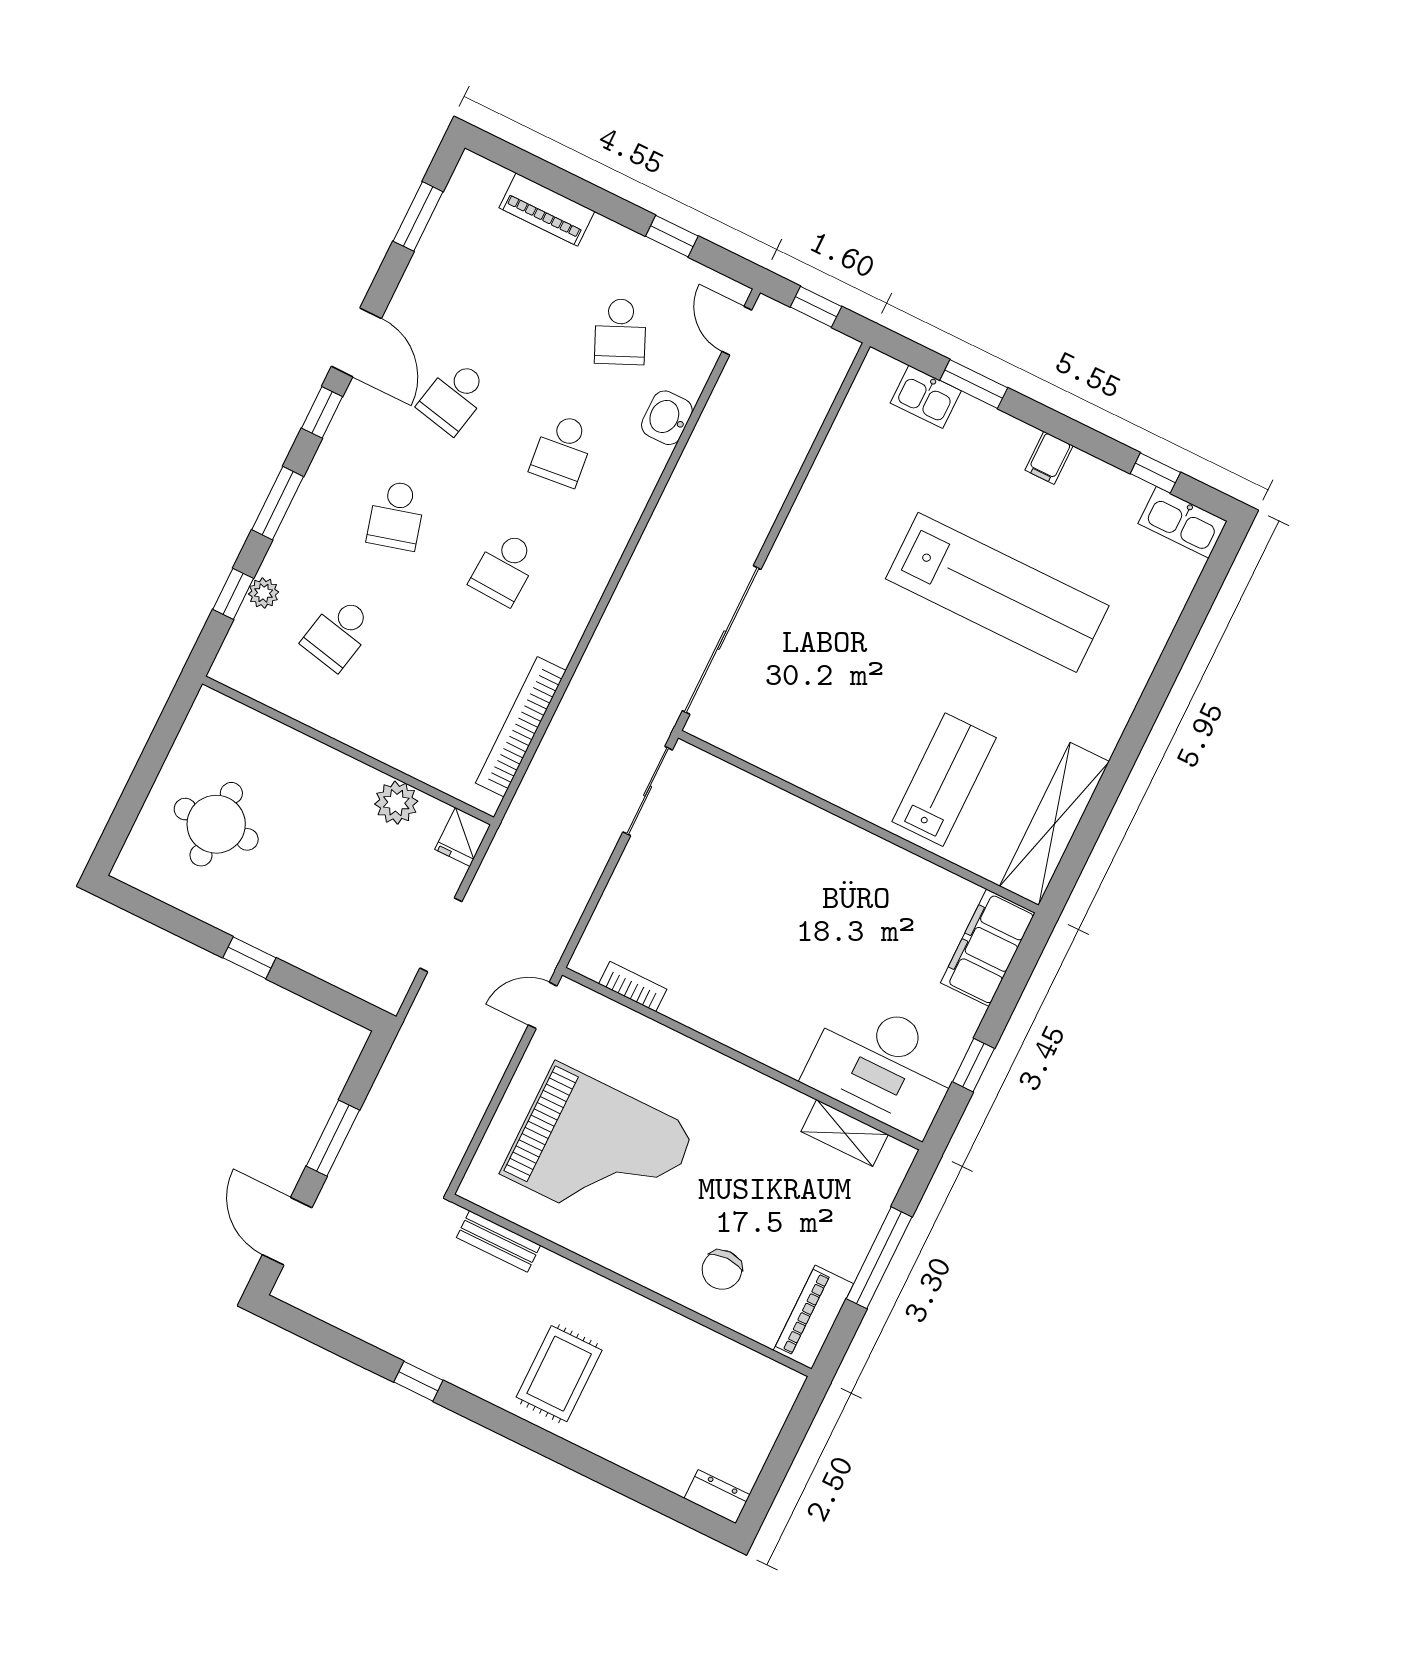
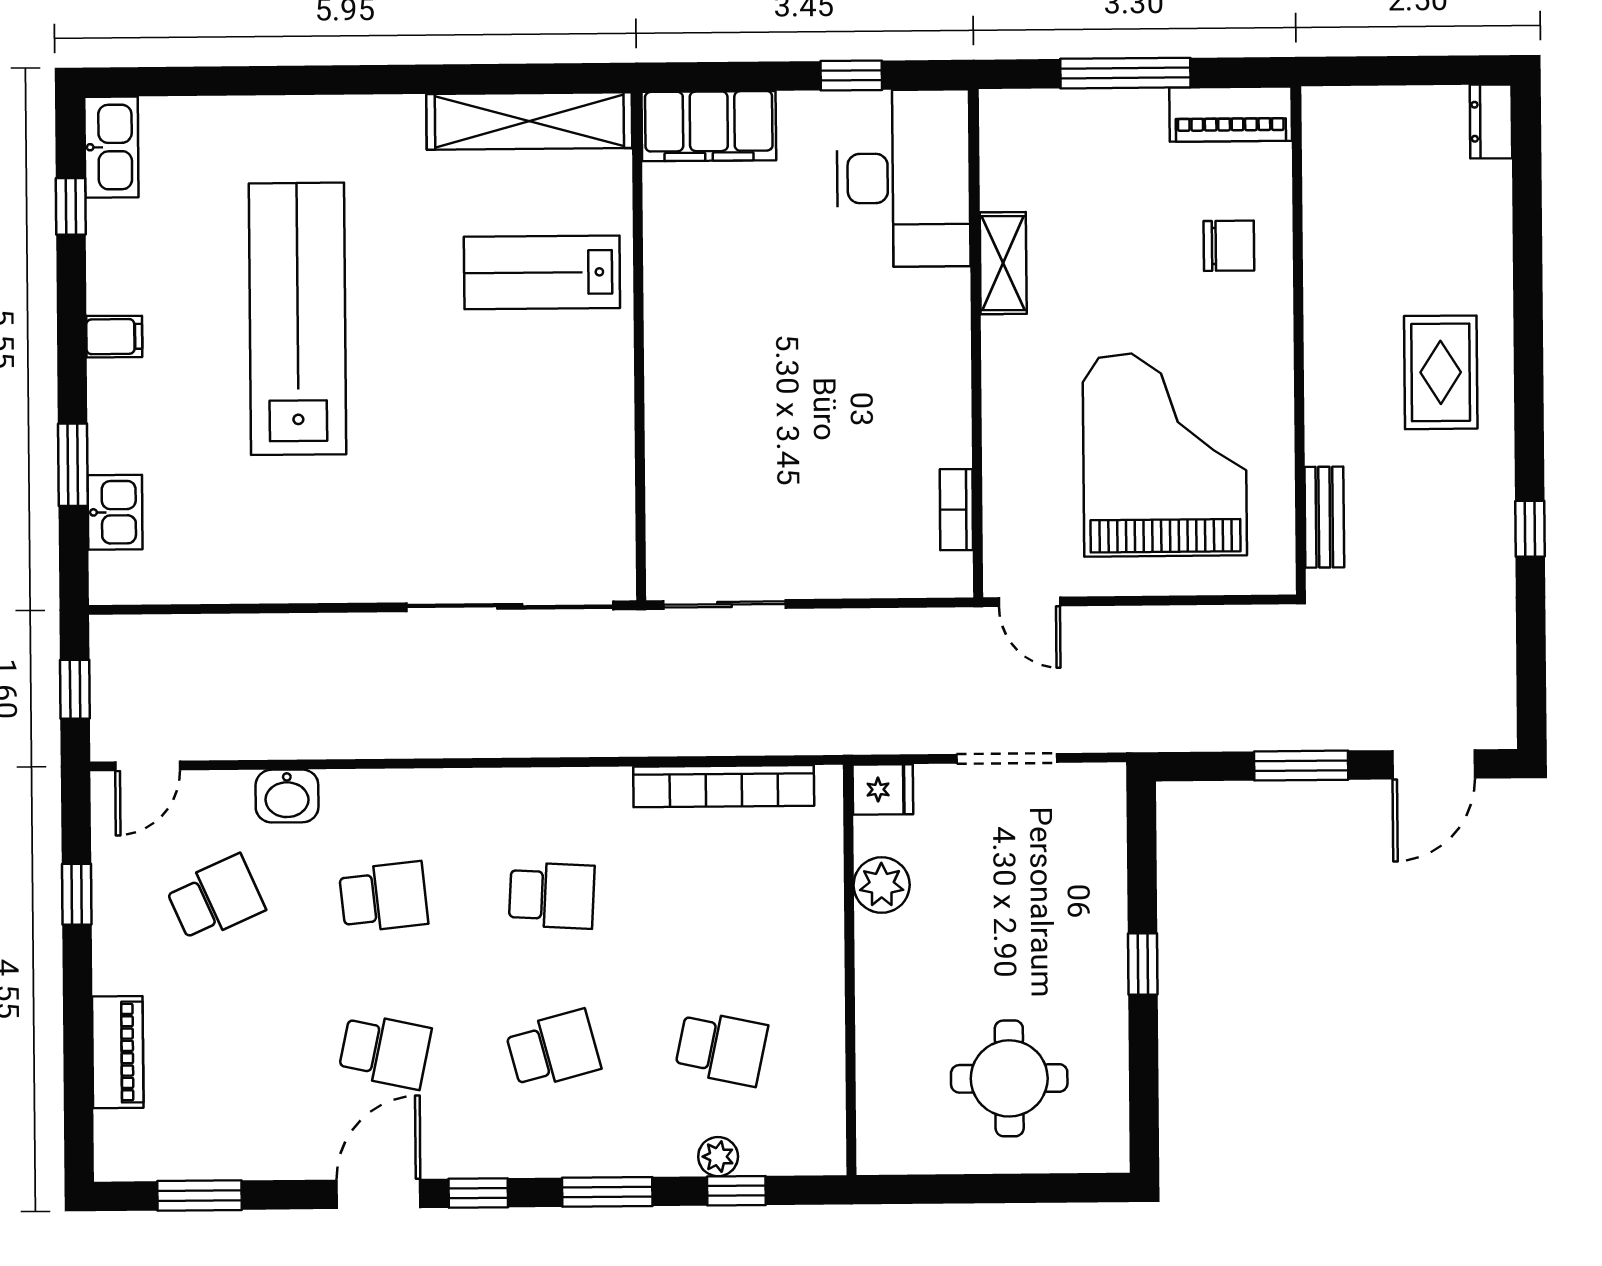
shelving: (845, 1133) -> (1003, 263), moved
rug: (559, 1374) -> (1441, 372), turned 90

